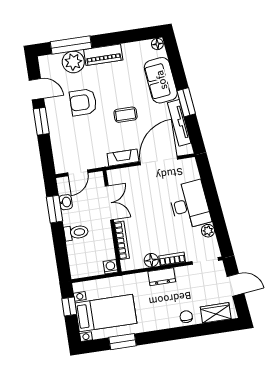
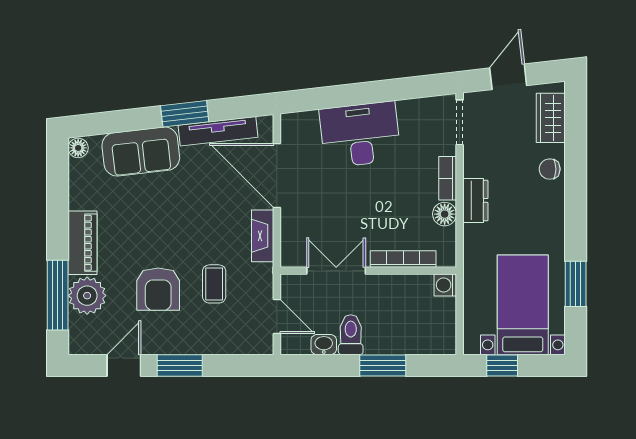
coffee table: (126, 115) -> (214, 284), moved
window: (55, 209) -> (383, 365), moved
plant: (208, 231) -> (409, 110), removed
toilet: (76, 232) -> (351, 335), moved

